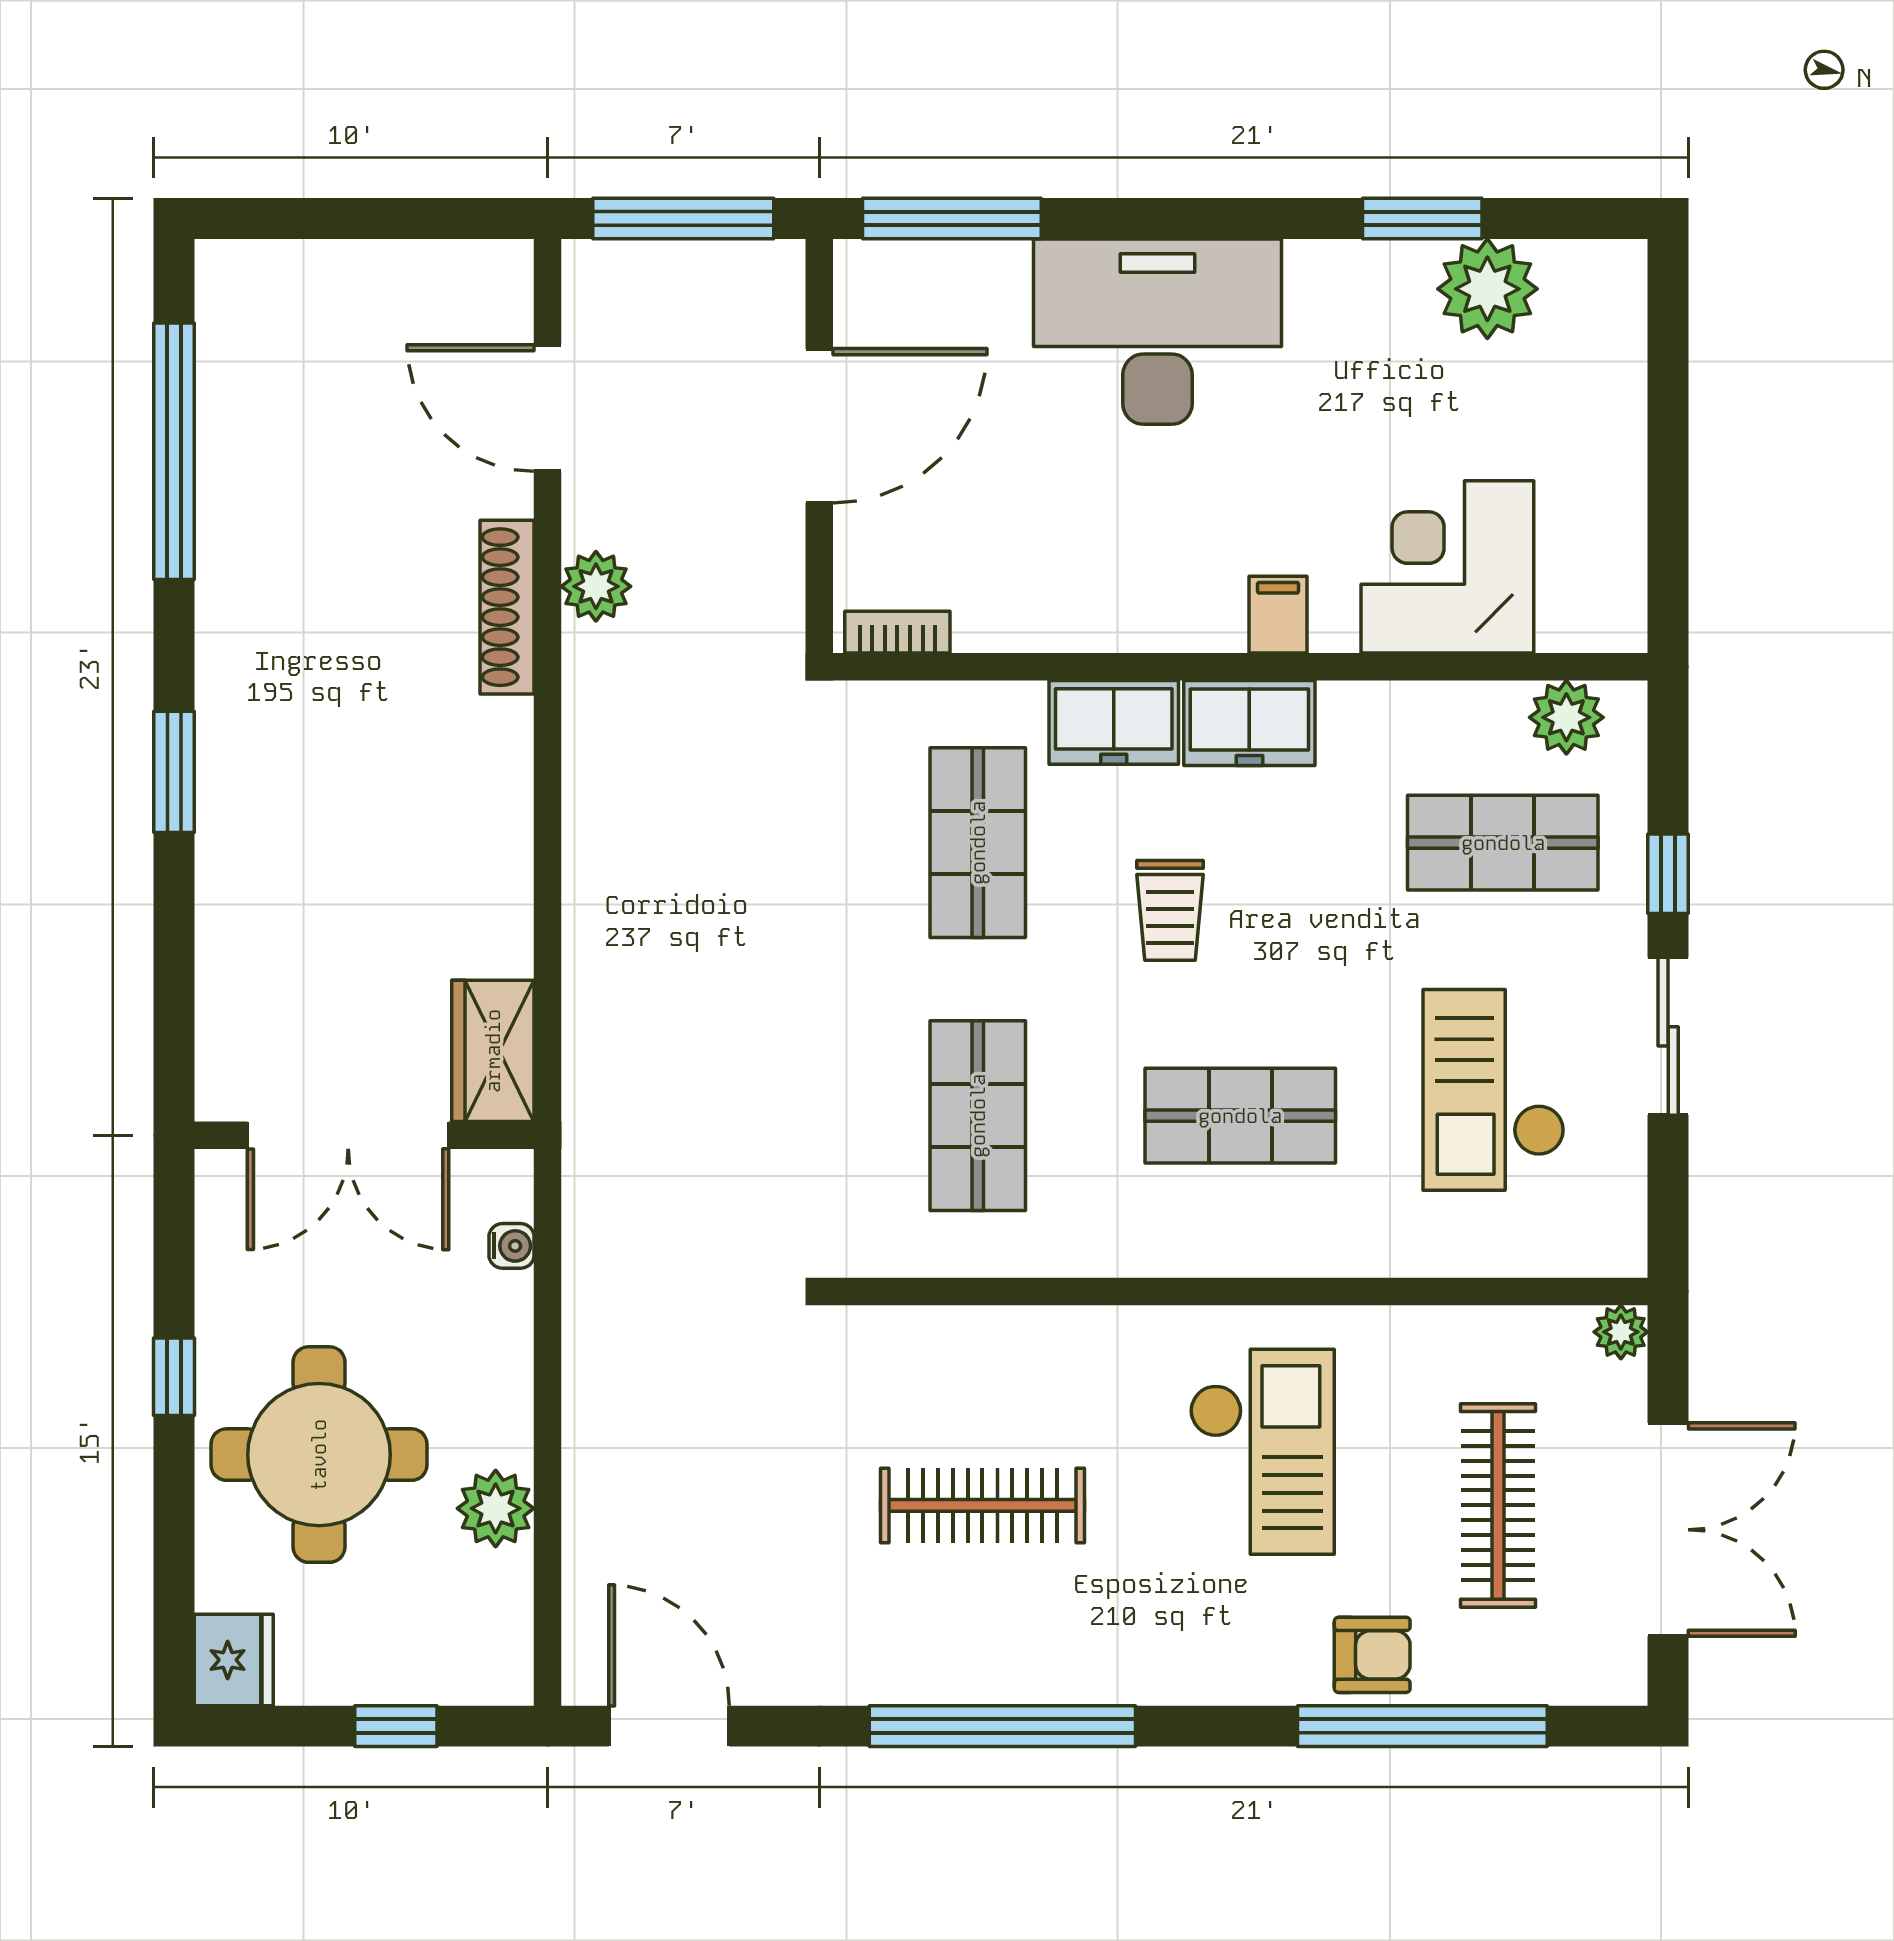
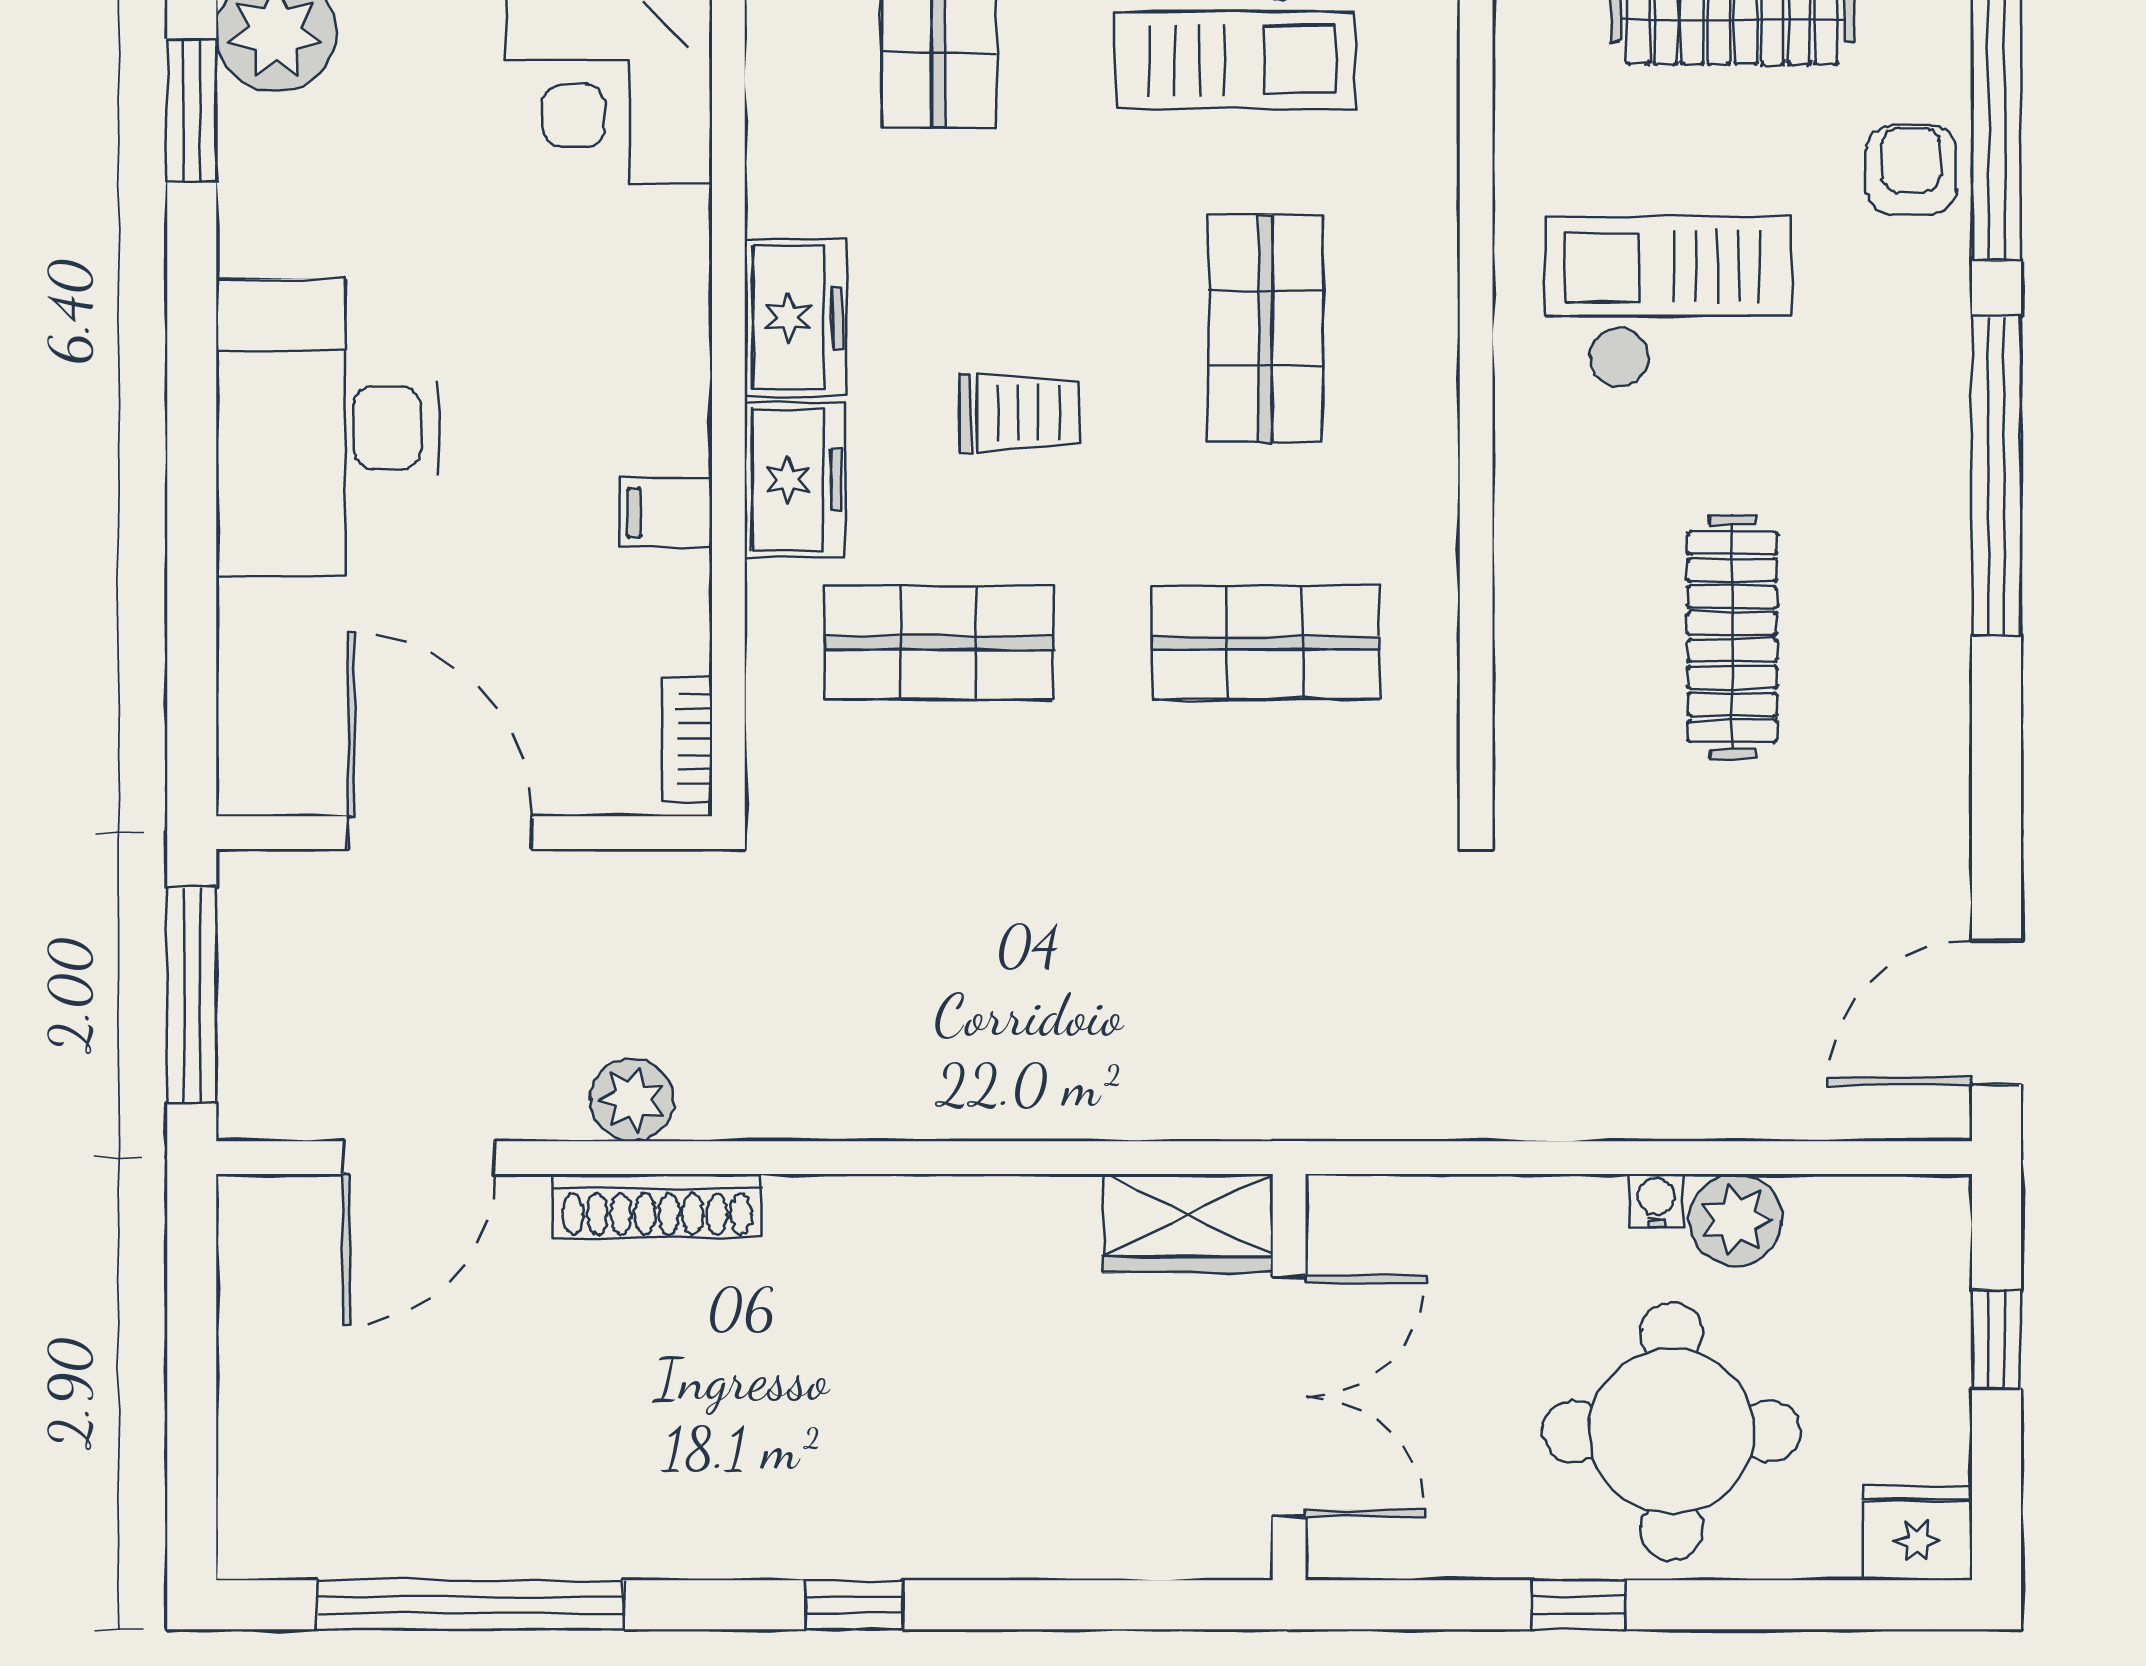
window: (952, 219) -> (192, 674), removed
filing cabinet: (1278, 615) -> (666, 513), moved
window: (174, 772) -> (854, 1605), width x0.67
water cooler: (512, 1246) -> (1657, 1201), moved
window: (1002, 1726) -> (1996, 475), moved

